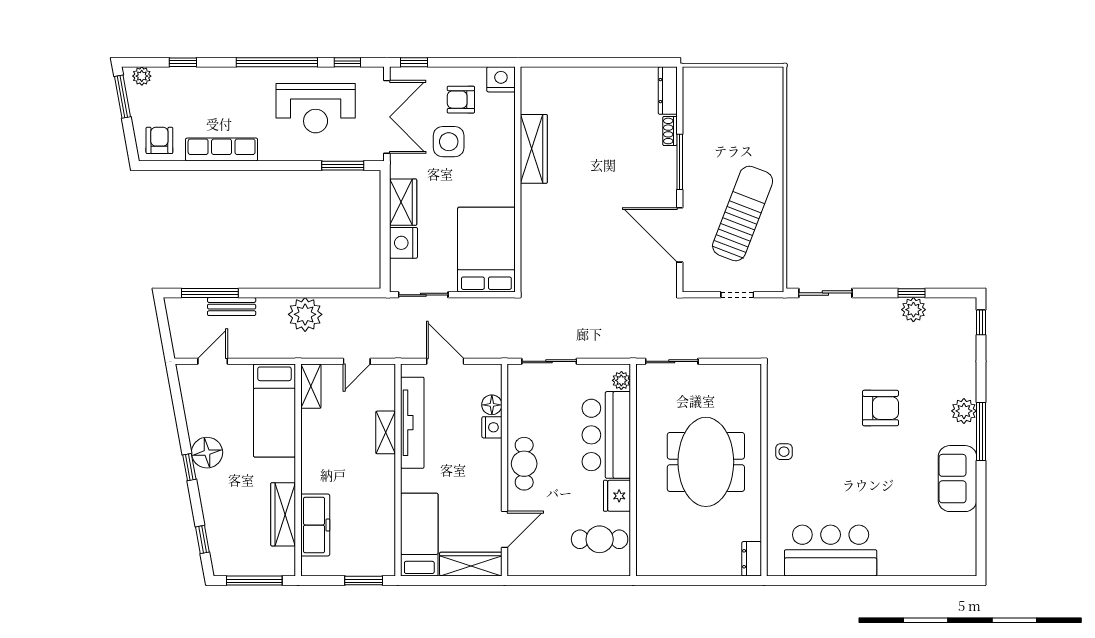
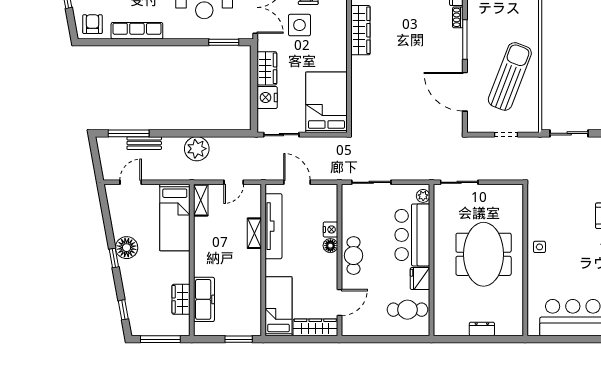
floor lamp: (492, 405) -> (330, 246), moved
wardrobe: (283, 514) -> (181, 299), width x0.67
dresser: (752, 559) -> (482, 329), moved, turned 90

